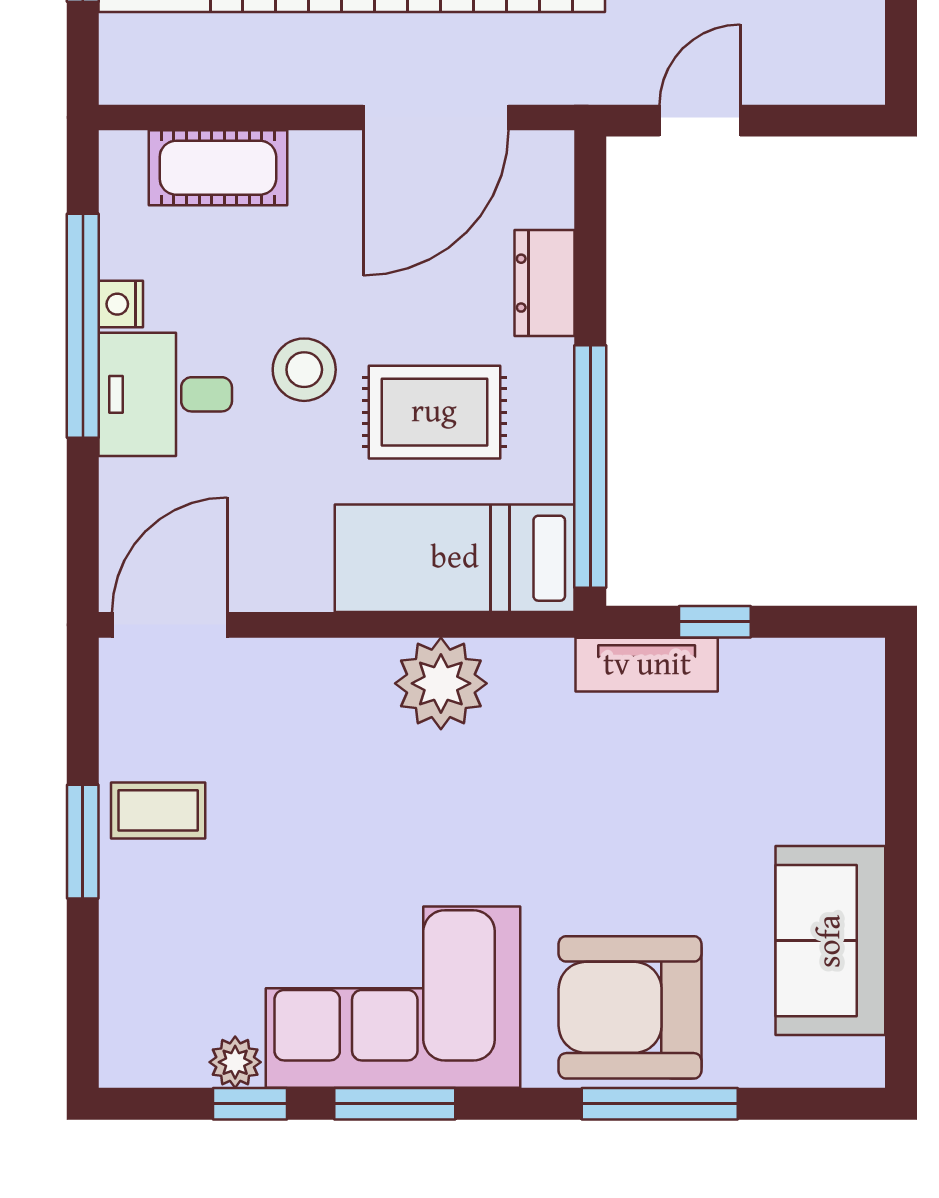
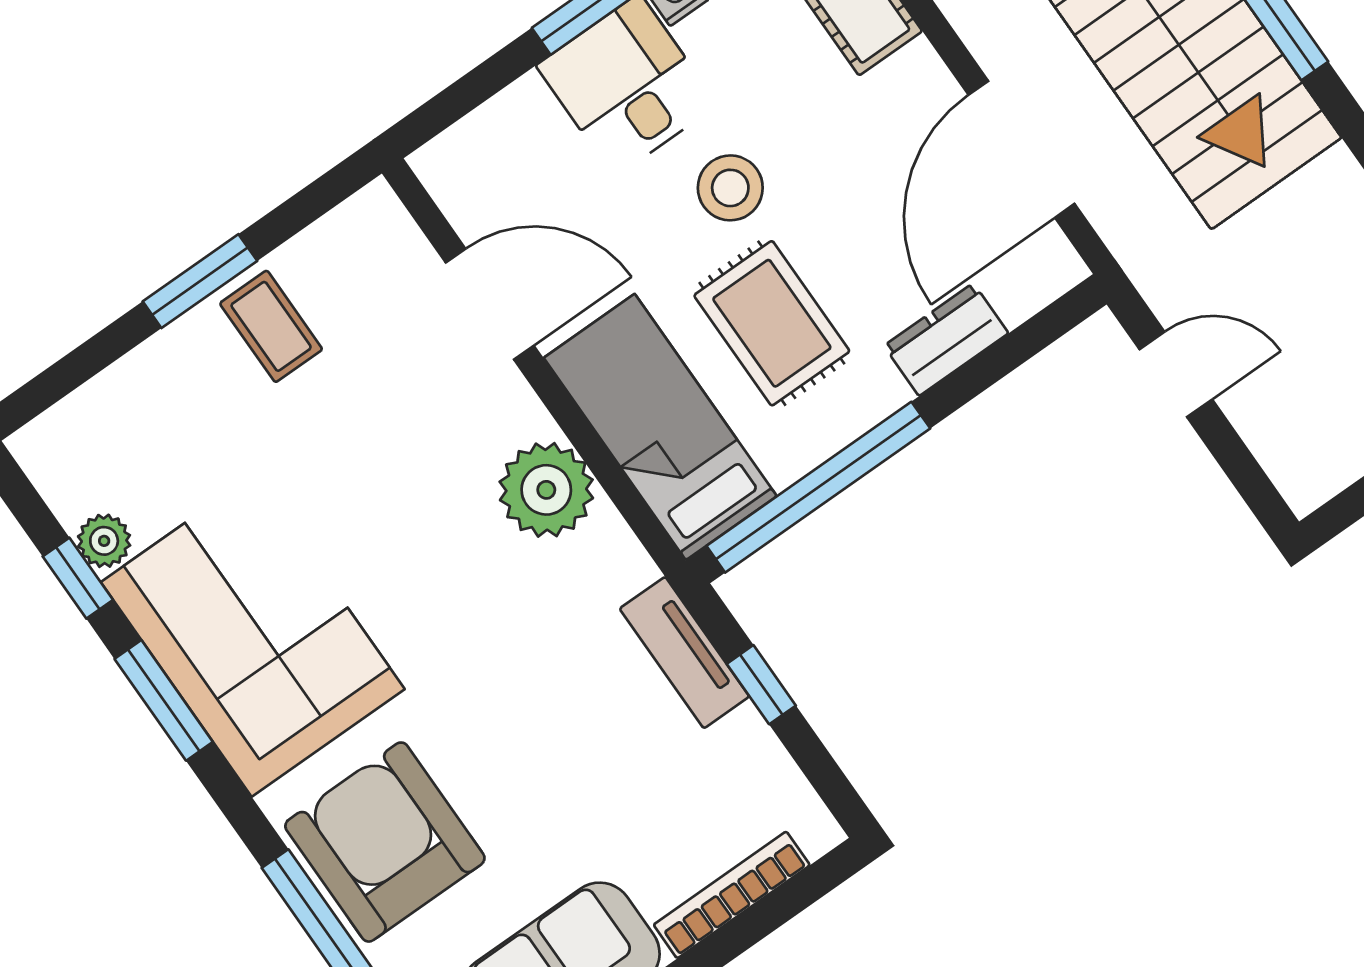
door: (436, 117) -> (1022, 149), hinge flipped
door: (170, 625) -> (490, 304), moved
bookcase: (865, 762) -> (732, 895), added

